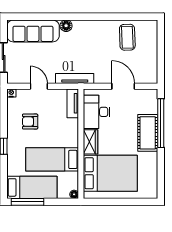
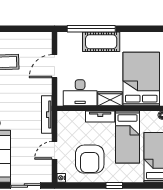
tv unit: (73, 103) -> (100, 116), moved
armchair: (30, 122) -> (90, 159), width x1.88, depth x1.88

